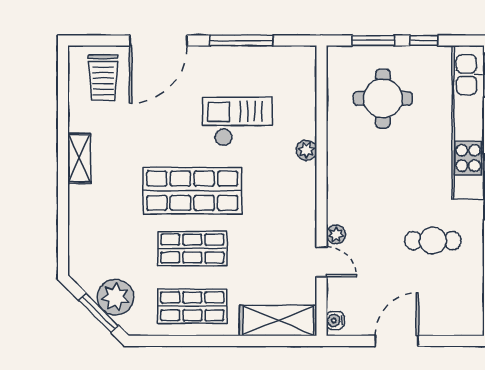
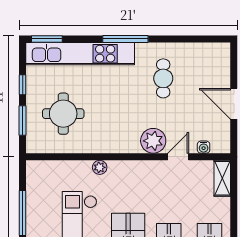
plant: (336, 235) -> (153, 141), width x1.87, depth x1.87
water cooler: (335, 320) -> (204, 147), moved
shelving: (278, 321) -> (222, 178), width x0.67, depth x0.75

